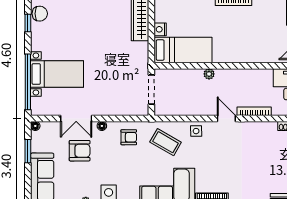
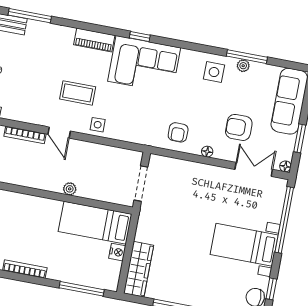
bed with nightstands: (57, 74) -> (244, 245), moved
double door: (76, 118) -> (254, 169), moved
armchair: (129, 137) -> (178, 132), turned -90
coffee table: (166, 142) -> (78, 93), moved, turned -30

